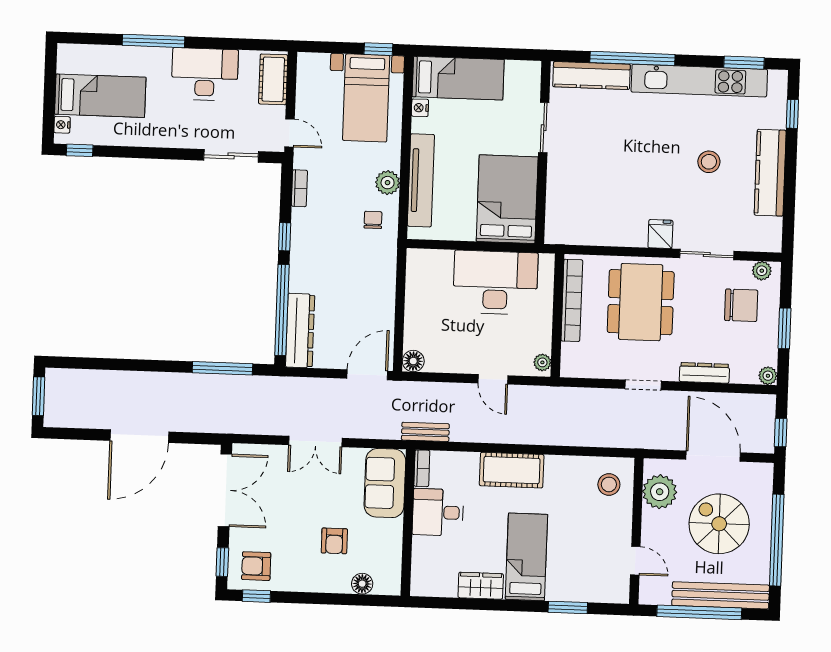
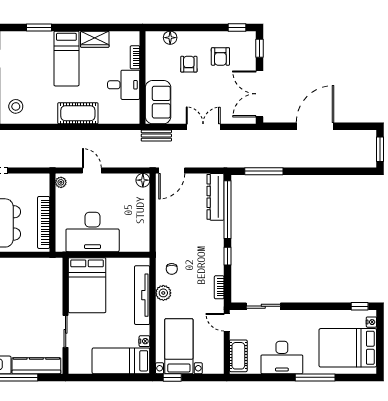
bed: (100, 96) -> (348, 348), width x1.50
bench: (425, 432) -> (156, 136), moved
bookcase: (422, 468) -> (135, 57), moved
armchair: (256, 566) -> (220, 56), moved, turned 90

